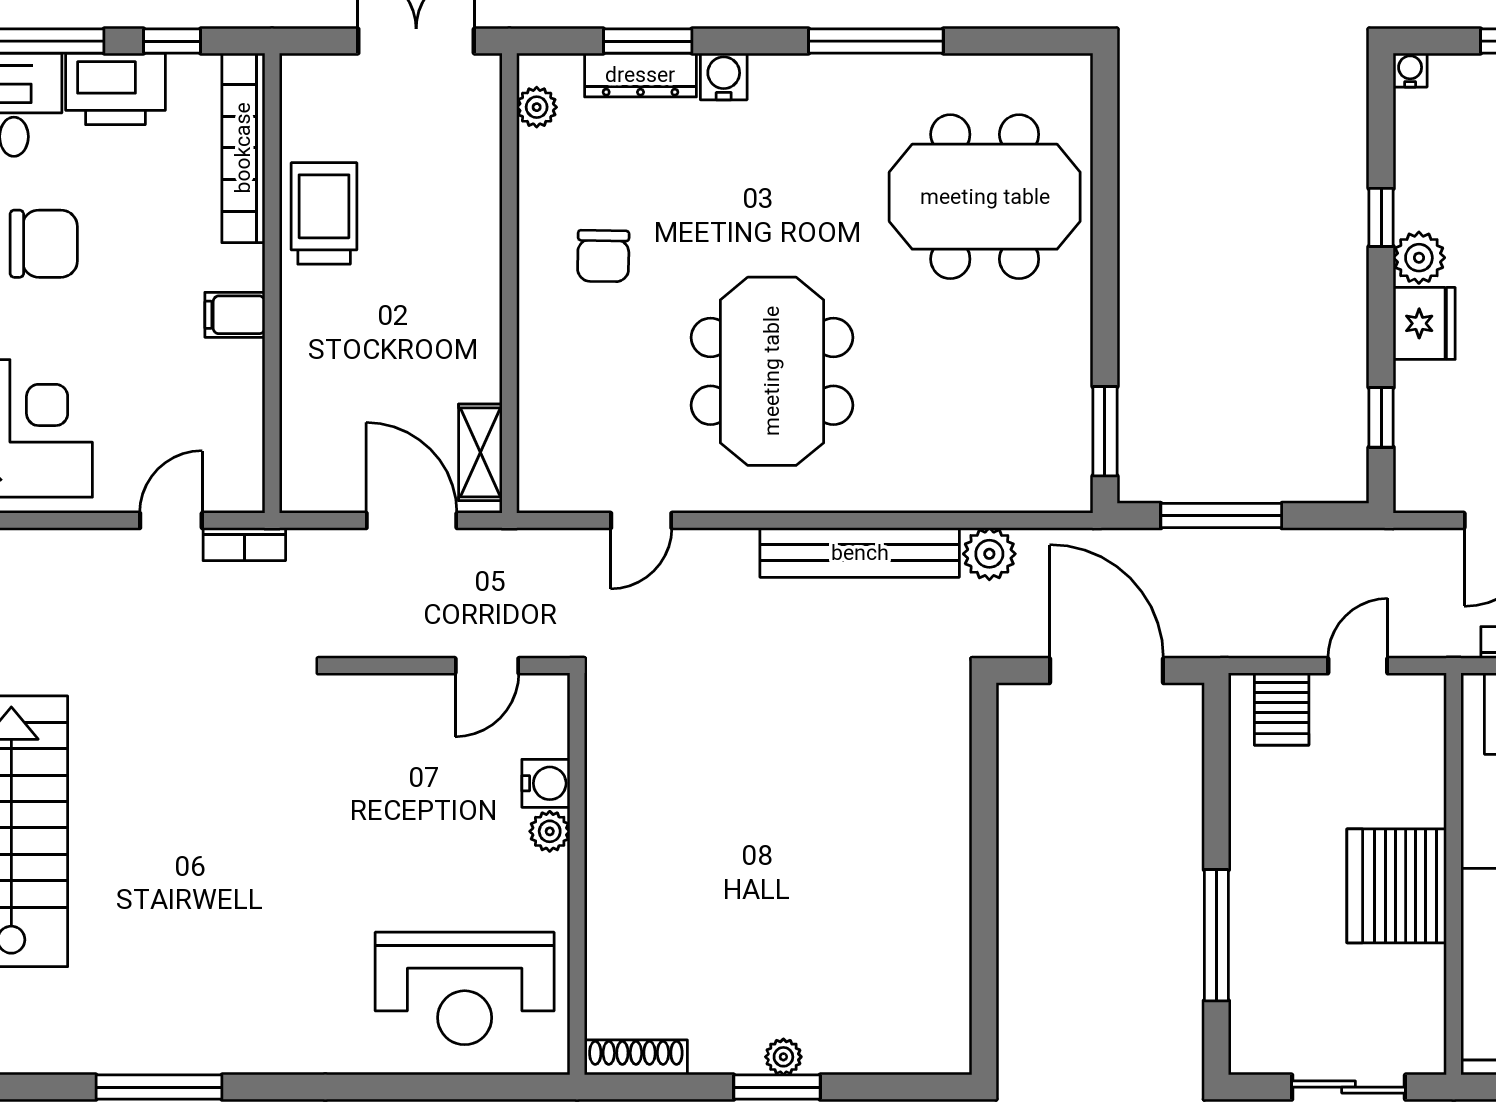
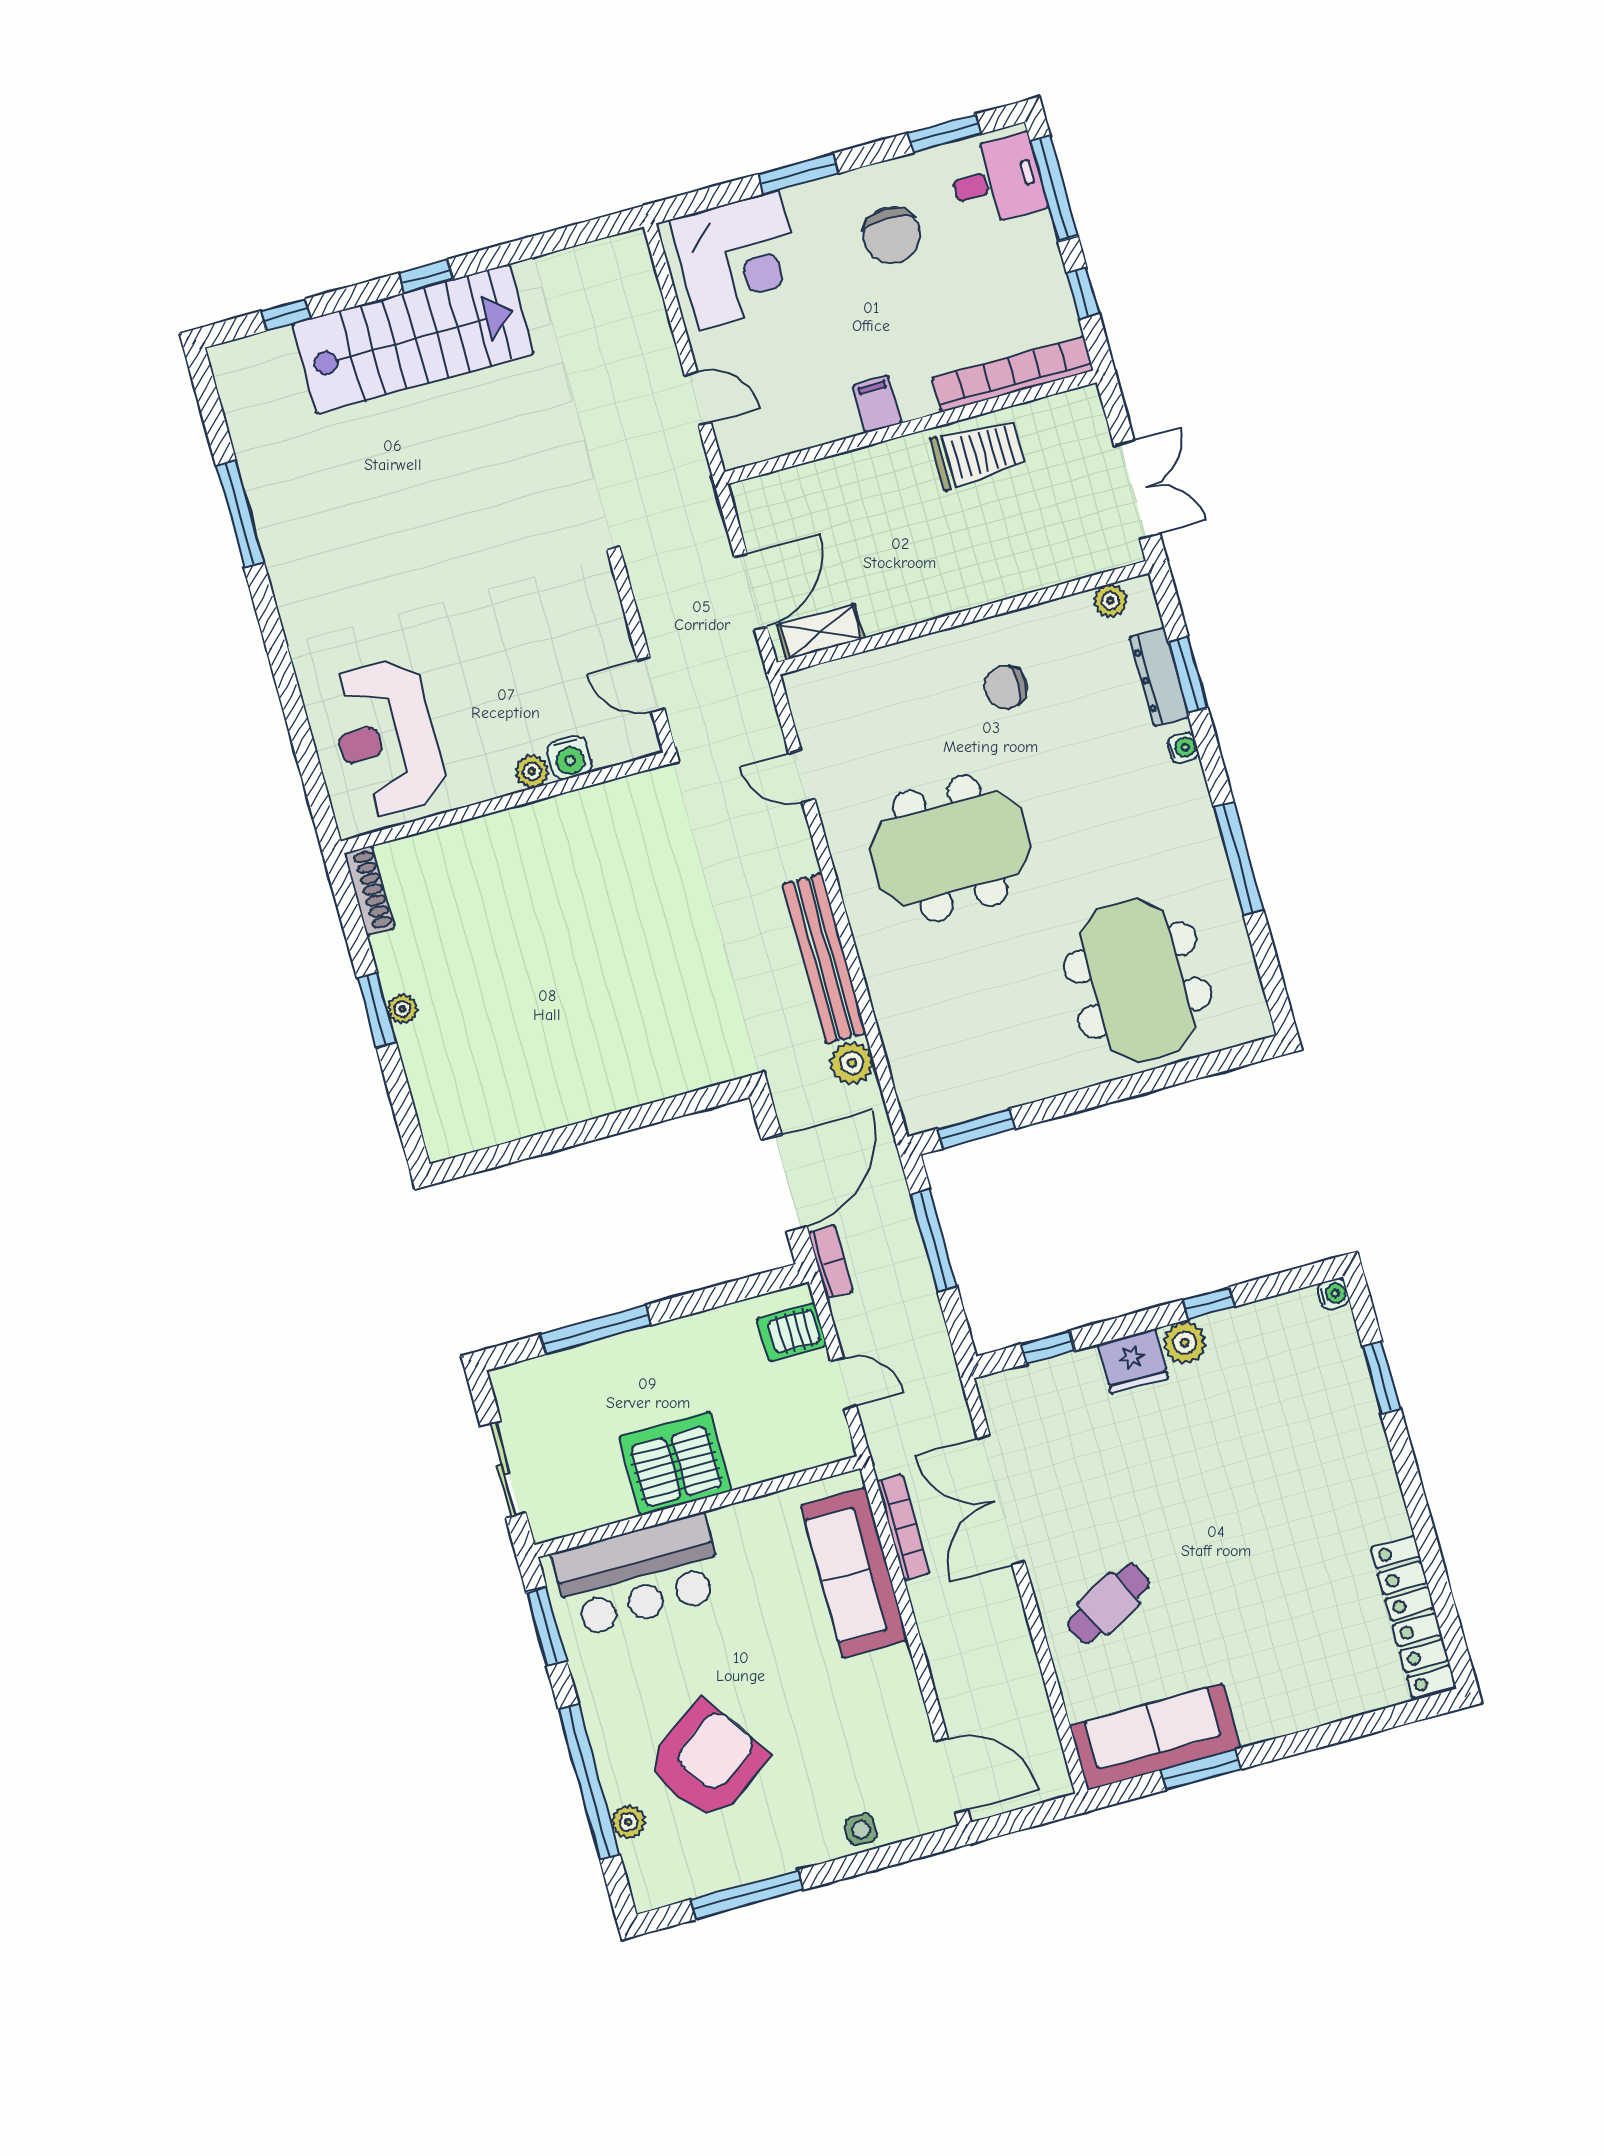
water cooler: (724, 76) -> (1183, 748), width x0.72, depth x0.72
printer: (115, 89) -> (1032, 258), removed
bookcase: (244, 544) -> (830, 1262), moved, turned 180

